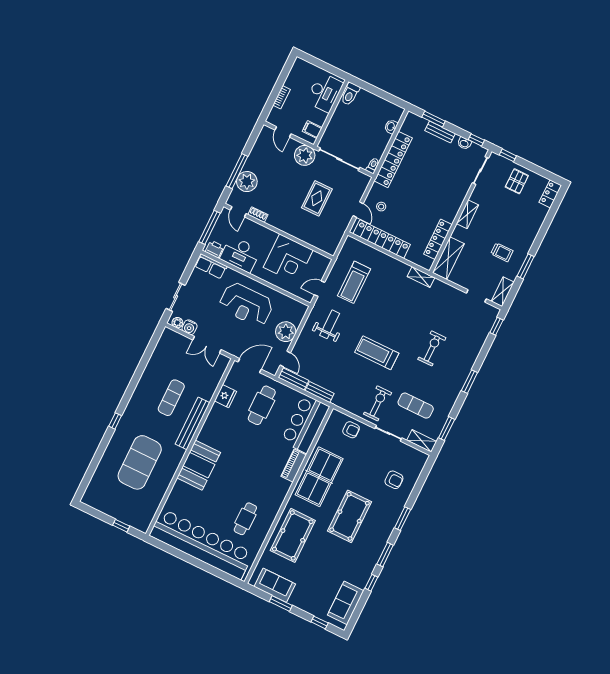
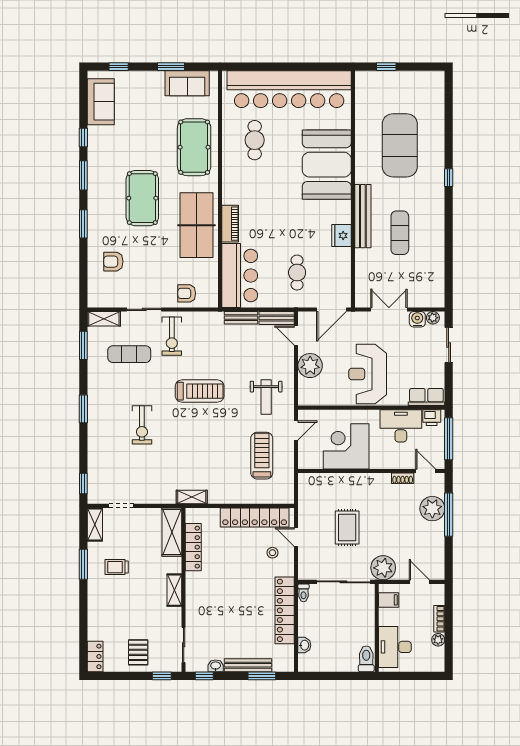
plant: (290, 82) -> (438, 640), added
bench: (440, 132) -> (248, 665), width x1.36
reception desk: (246, 305) -> (368, 374), turned -90
fridge: (225, 396) -> (342, 236), moved
cafe table: (262, 405) -> (297, 273), width x0.73, depth x0.74
booth: (199, 465) -> (327, 165), width x1.36, depth x1.42

